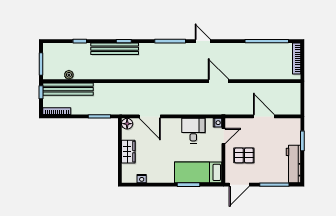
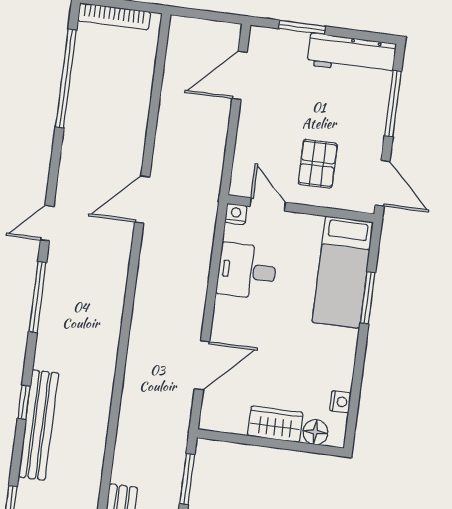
door: (264, 116) -> (240, 75), moved
floor lamp: (127, 124) -> (315, 432), moved

